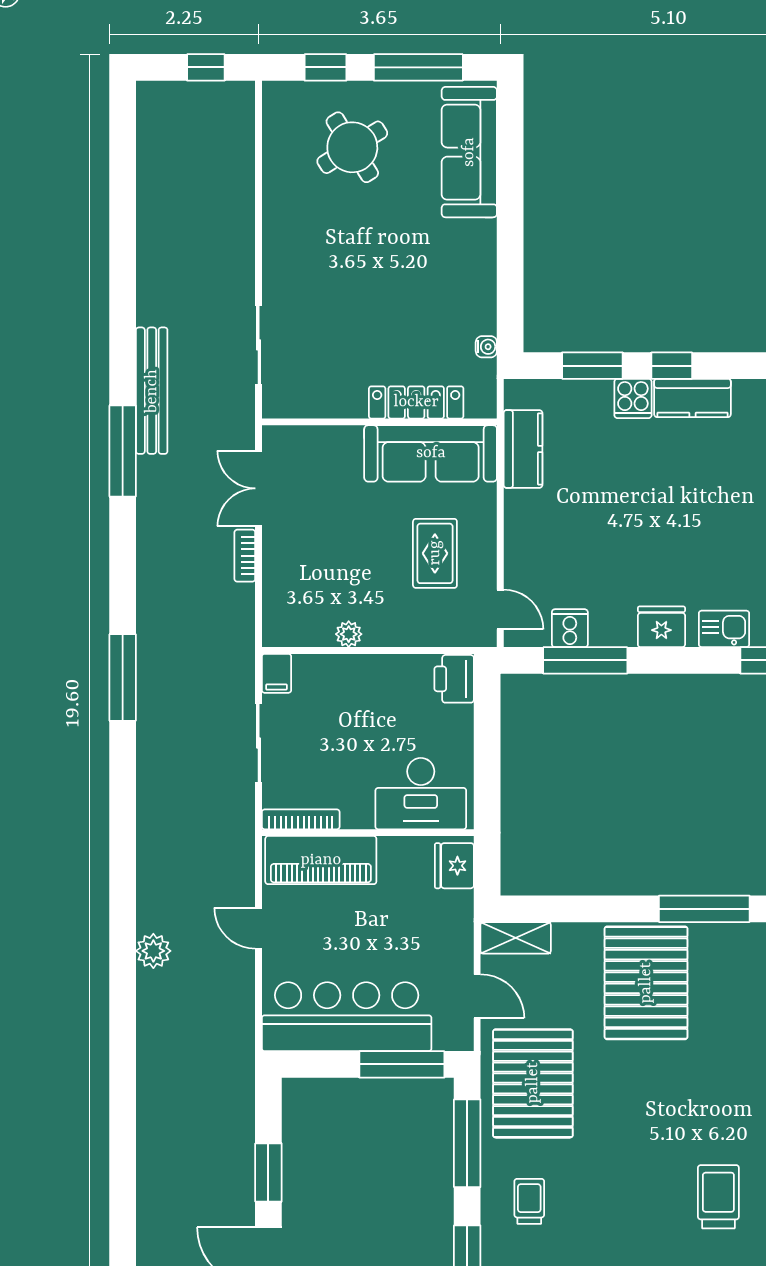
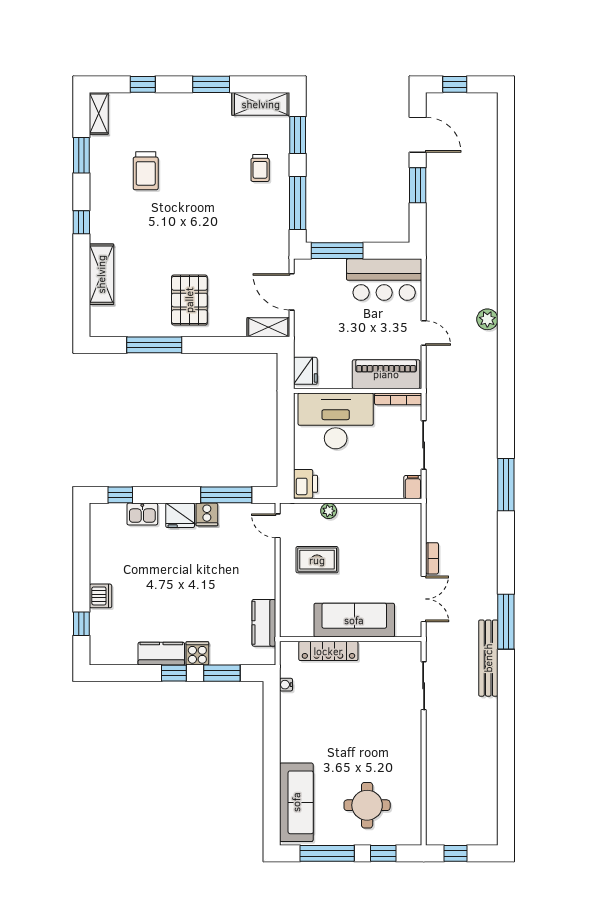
round table: (352, 147) -> (367, 805), turned 32
sofa: (431, 453) -> (354, 620), moved
rug: (435, 553) -> (317, 560), turned 90
cooker: (570, 628) -> (207, 514), moved
plant: (349, 634) -> (329, 511), moved
desk: (421, 794) -> (336, 421), width x1.36, depth x1.30
pallet: (646, 983) -> (189, 300), width x0.73, depth x0.71
door: (477, 996) -> (292, 292), width x1.38
bar counter: (347, 1017) -> (384, 280), width x0.73
pallet: (533, 1083) -> (258, 239), removed

